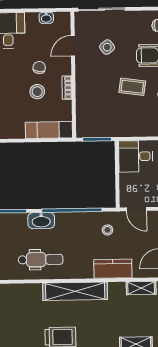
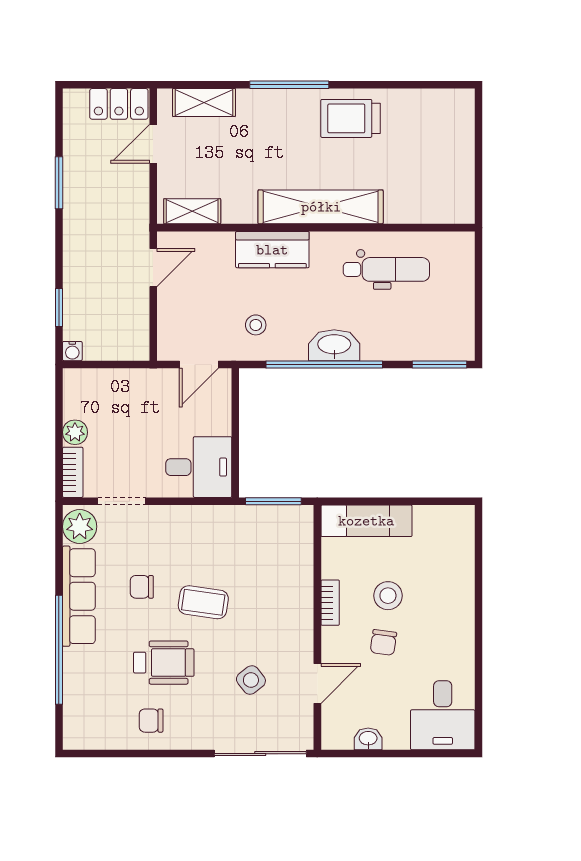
door: (136, 209) -> (199, 364), swing flipped
washbasin: (41, 221) -> (334, 345), moved
dental chair: (41, 260) -> (386, 269), turned 180
kitchen counter: (113, 269) -> (272, 250), moved

